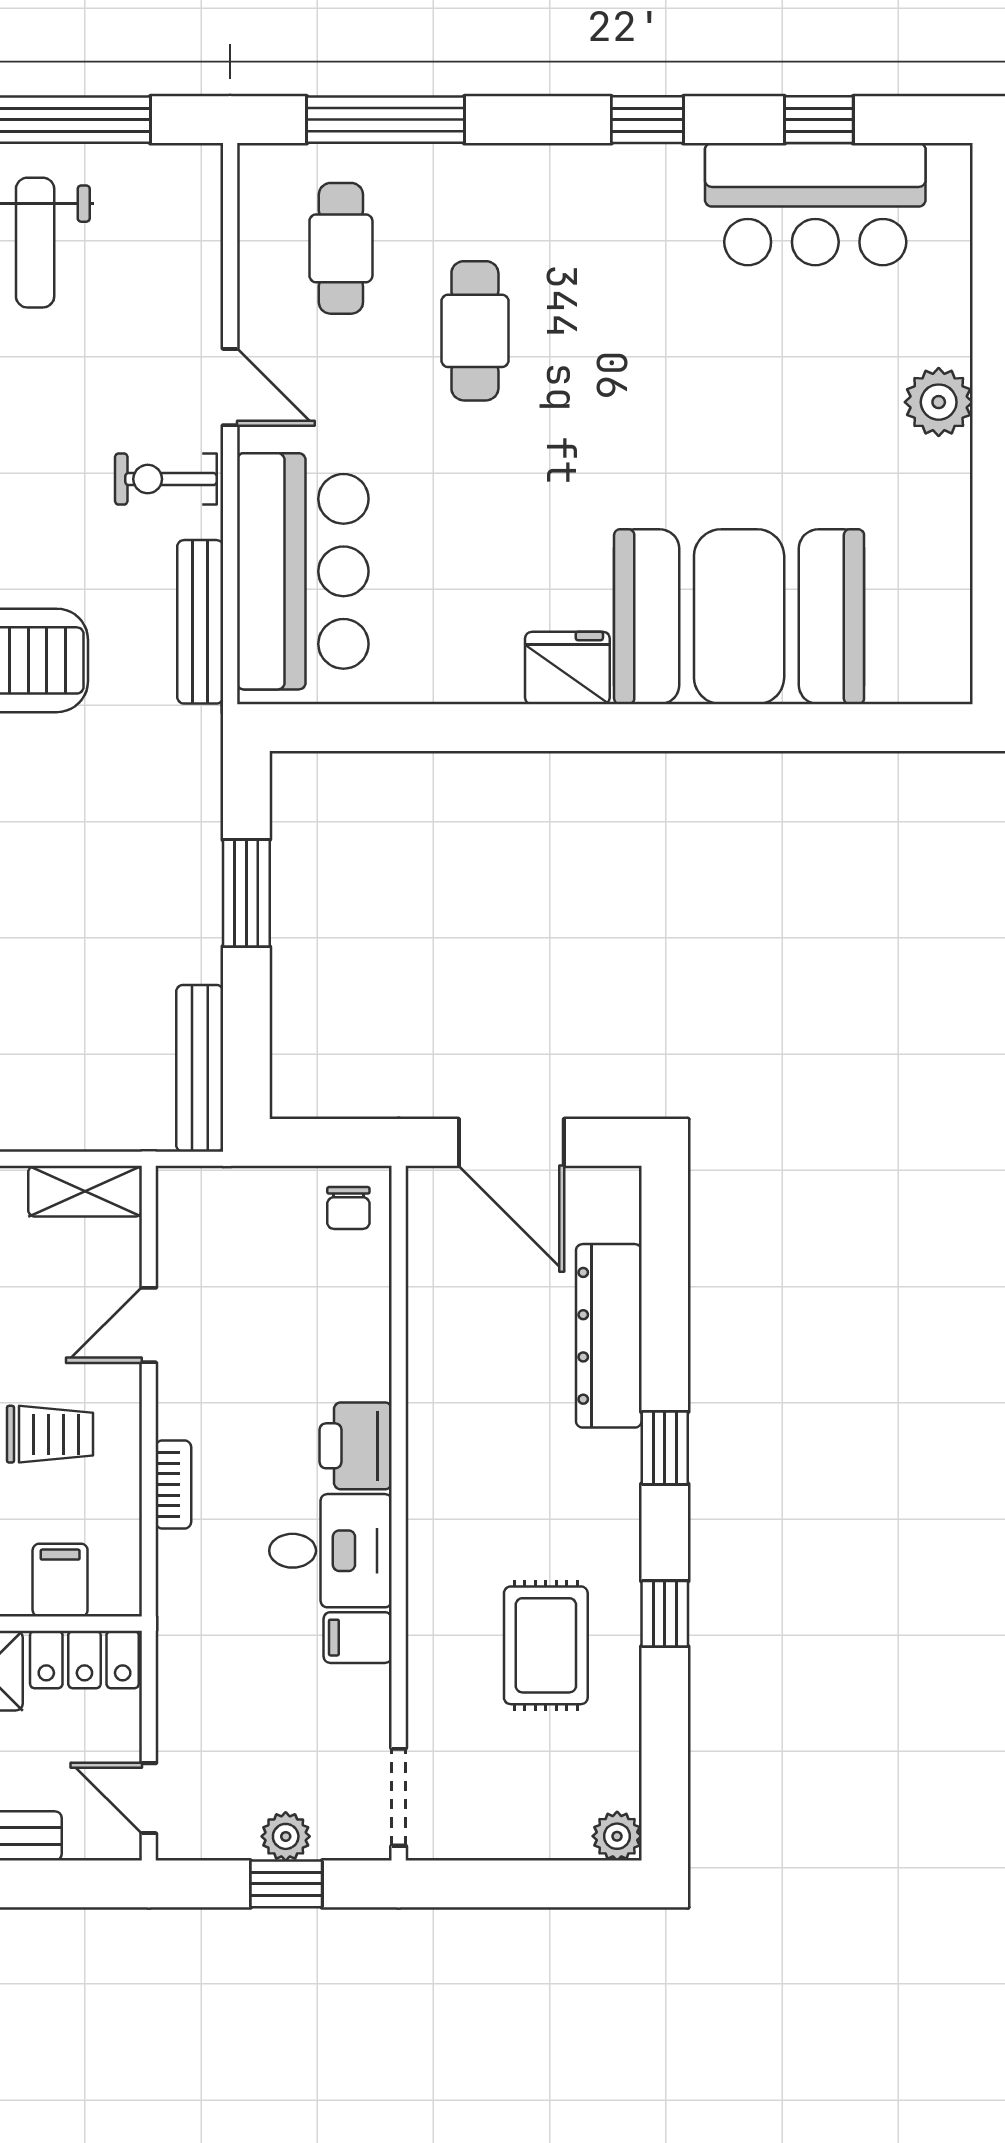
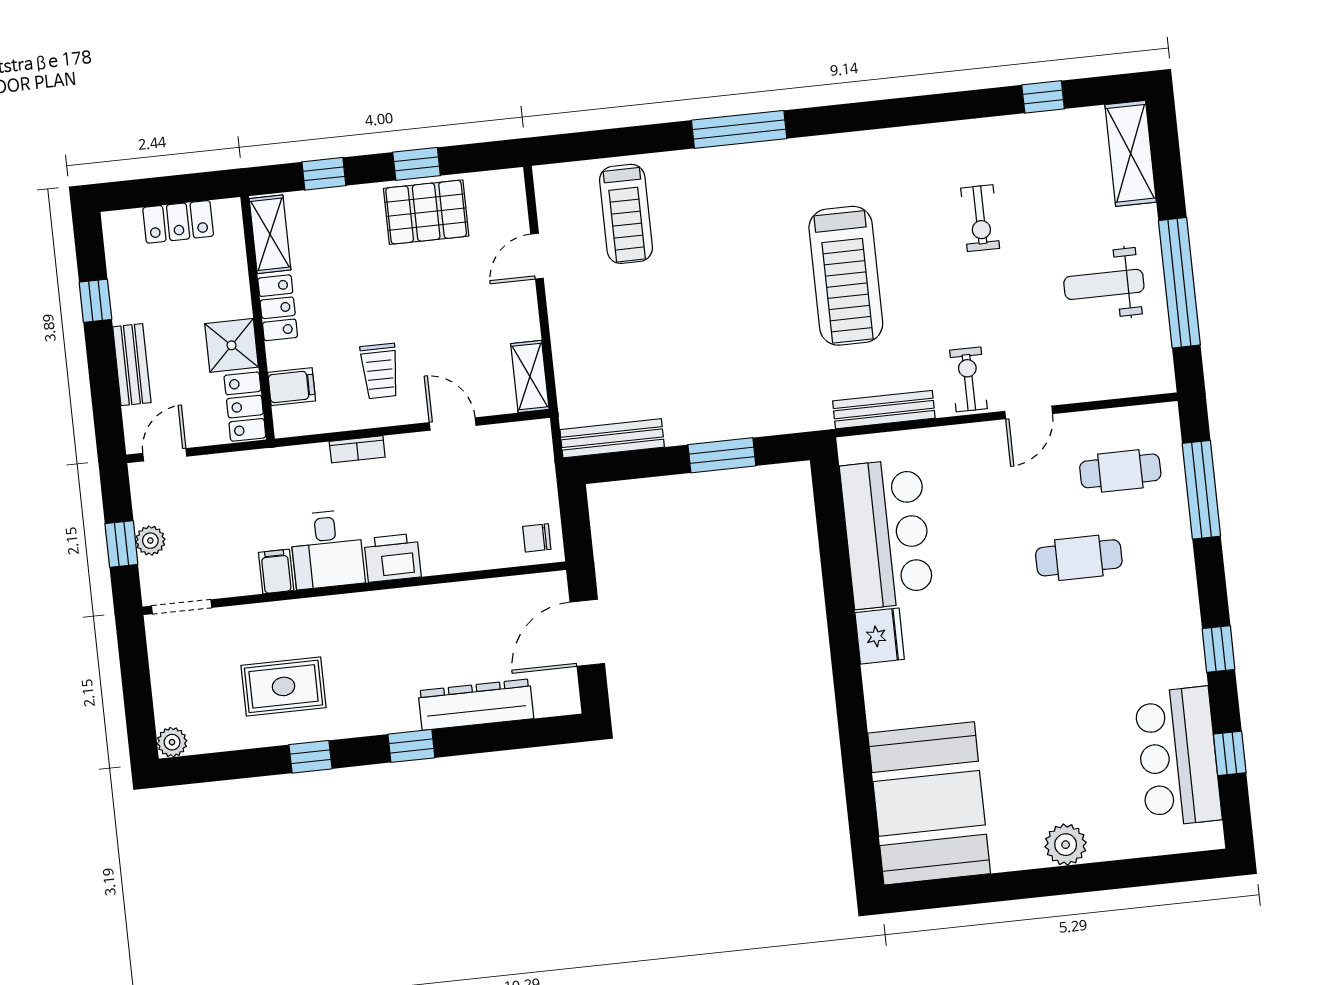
bar counter: (303, 571) -> (887, 534), moved, turned -90
booth: (739, 617) -> (929, 803), moved

